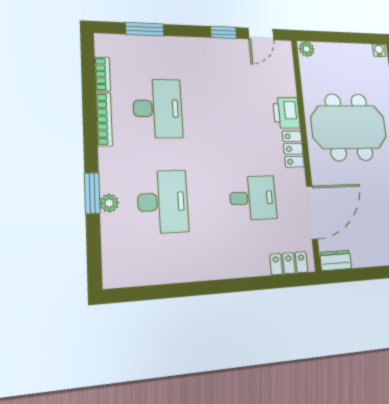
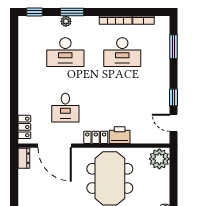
plant: (307, 49) -> (159, 159), width x1.88, depth x1.88
window: (94, 260) -> (35, 12), added

